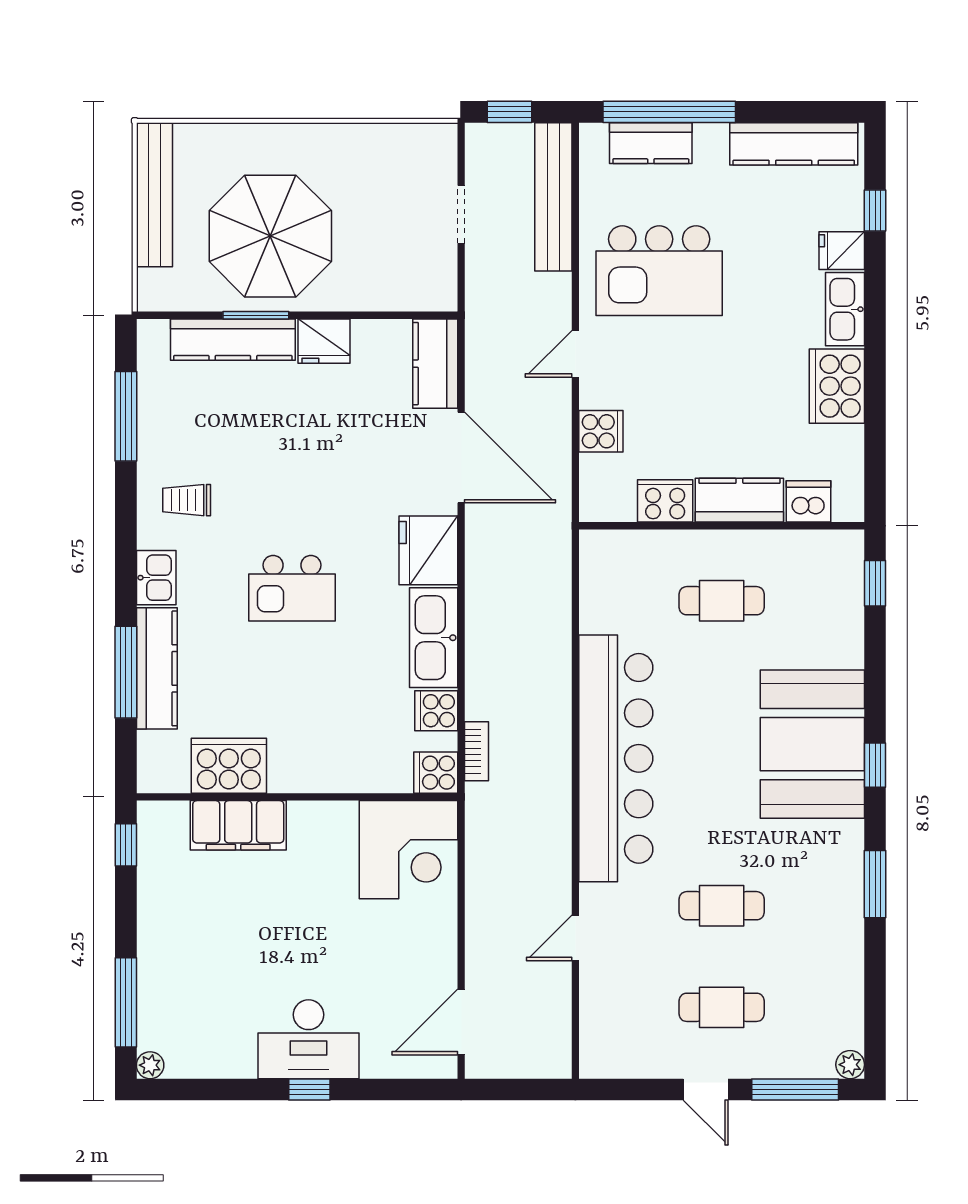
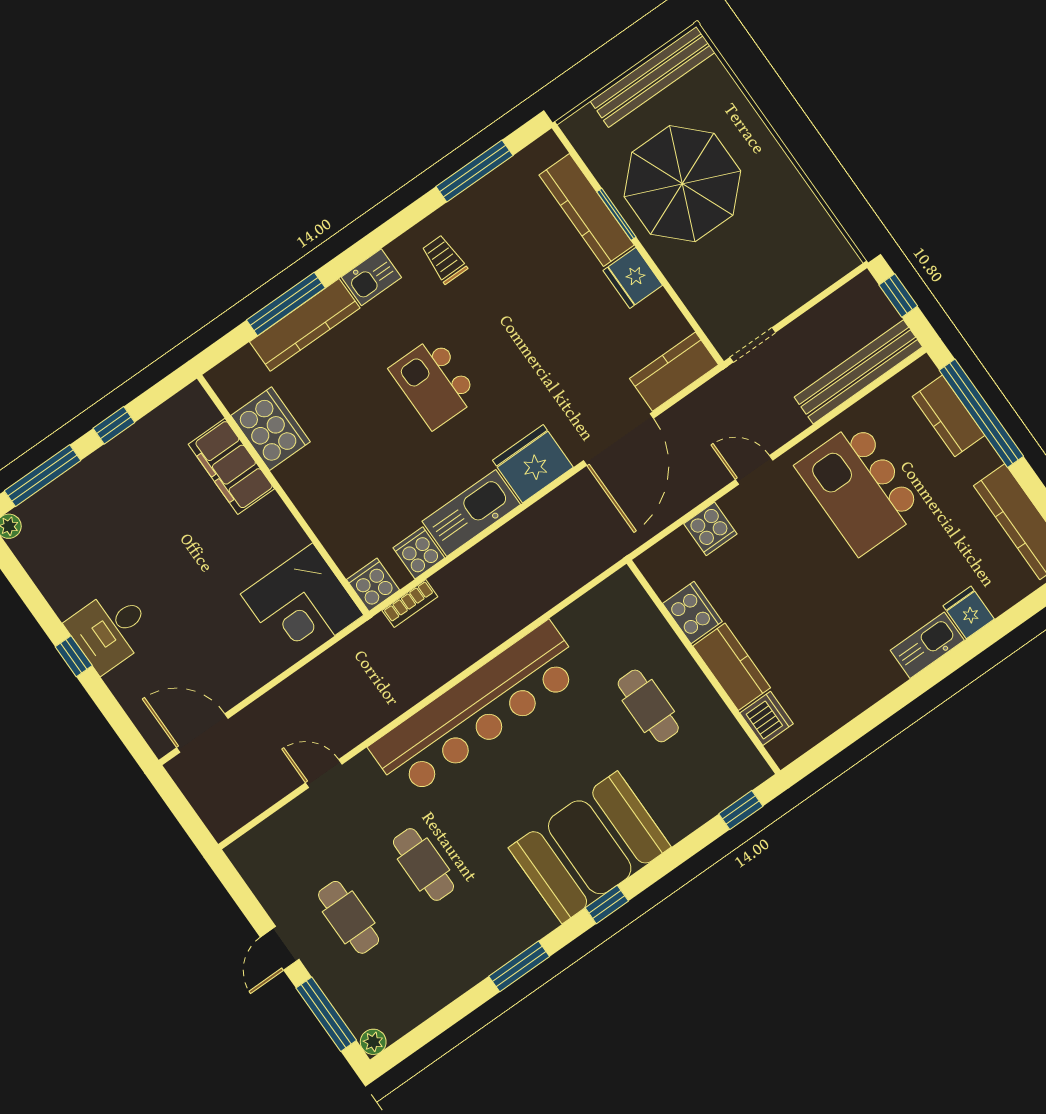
window: (875, 211) -> (1016, 616), removed
doorway: (461, 214) -> (753, 345), moved
cooker: (837, 386) -> (866, 679), removed
window: (126, 845) -> (114, 425), moved
desk: (309, 1039) -> (110, 629), width x0.73

